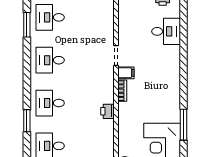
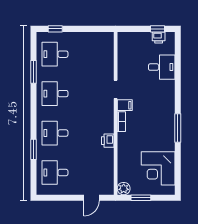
window: (27, 25) -> (33, 72), moved
window: (183, 125) -> (178, 128), moved

